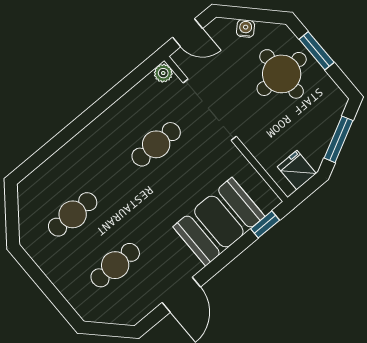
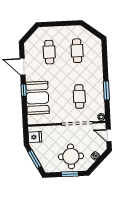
door: (188, 33) -> (109, 135), hinge flipped
window: (106, 102) -> (106, 90), added
window: (265, 224) -> (24, 90), moved

